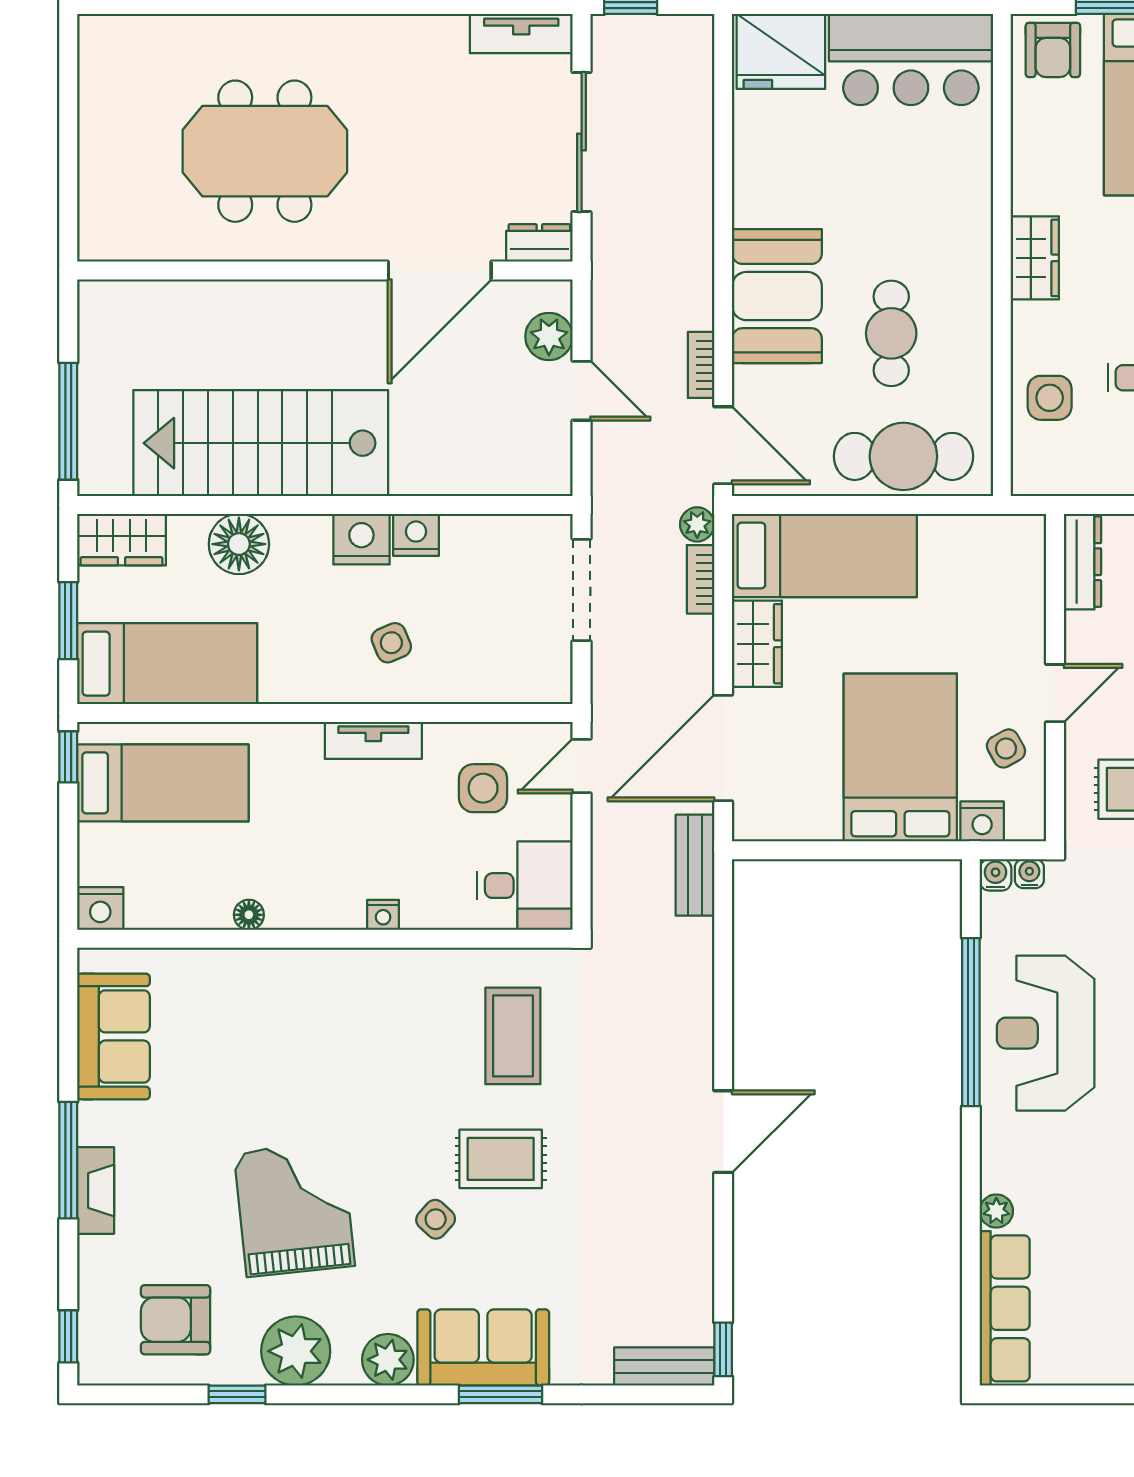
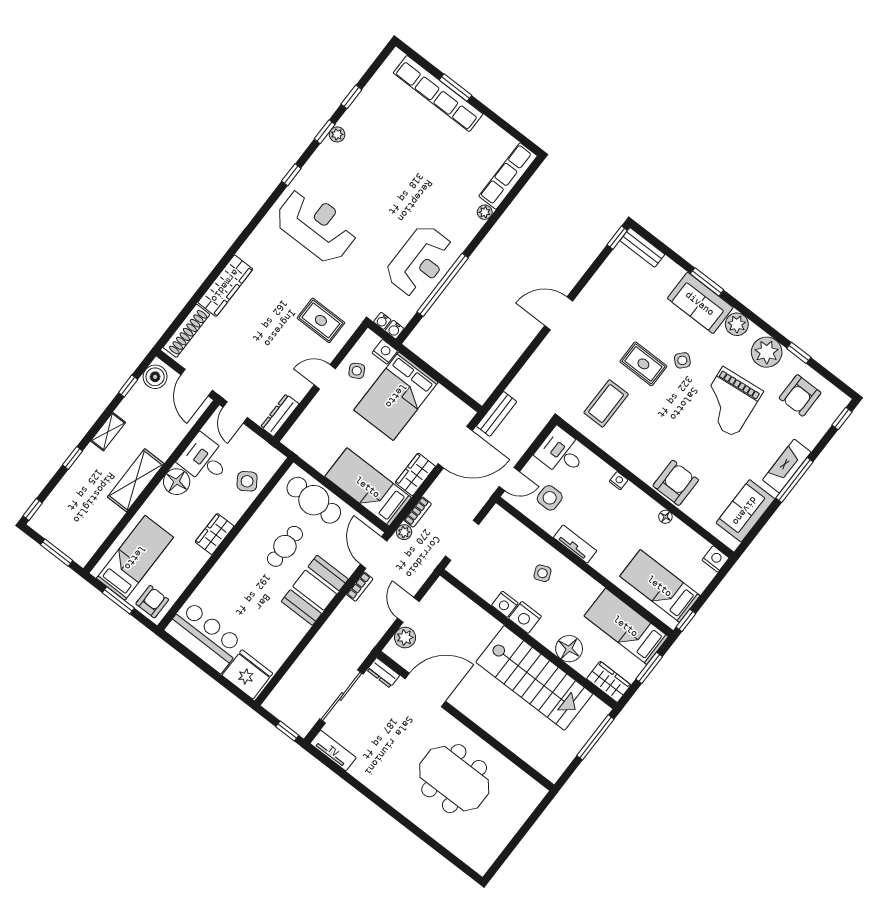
side table: (1050, 398) -> (247, 481), turned -34
armchair: (277, 990) -> (676, 483), added
fireplace: (96, 1191) -> (787, 466), width x1.37, depth x1.32
armchair: (176, 1320) -> (800, 395), turned 90

